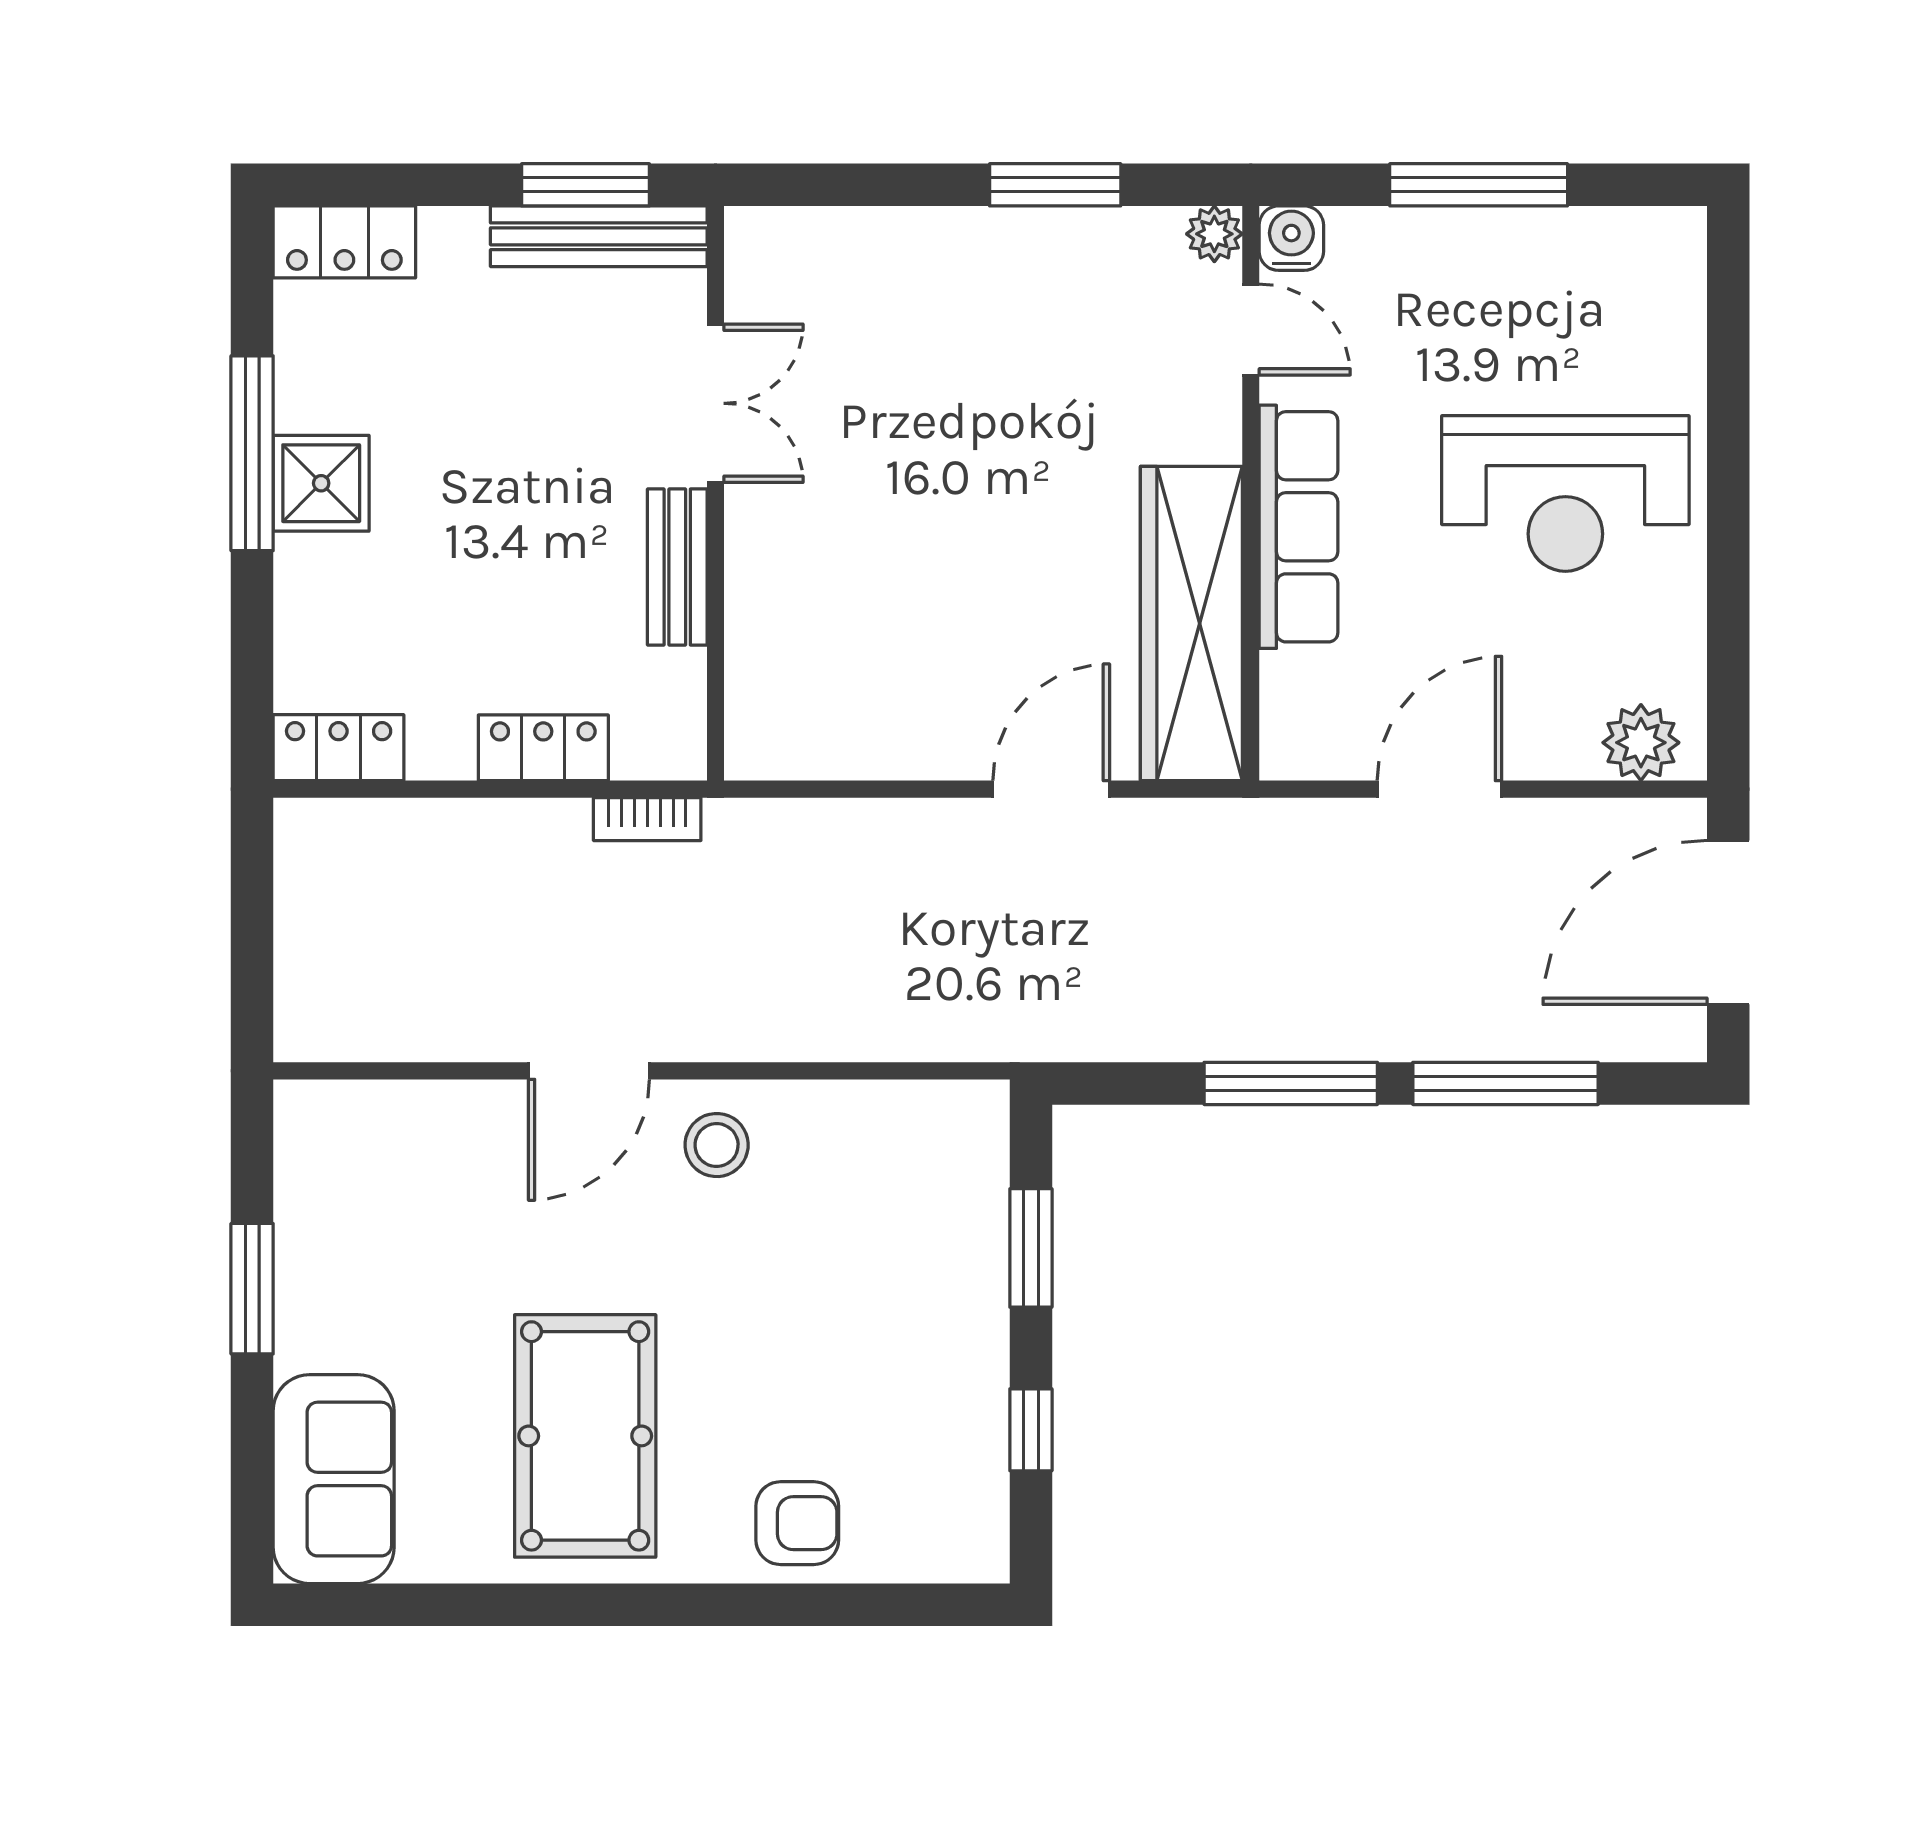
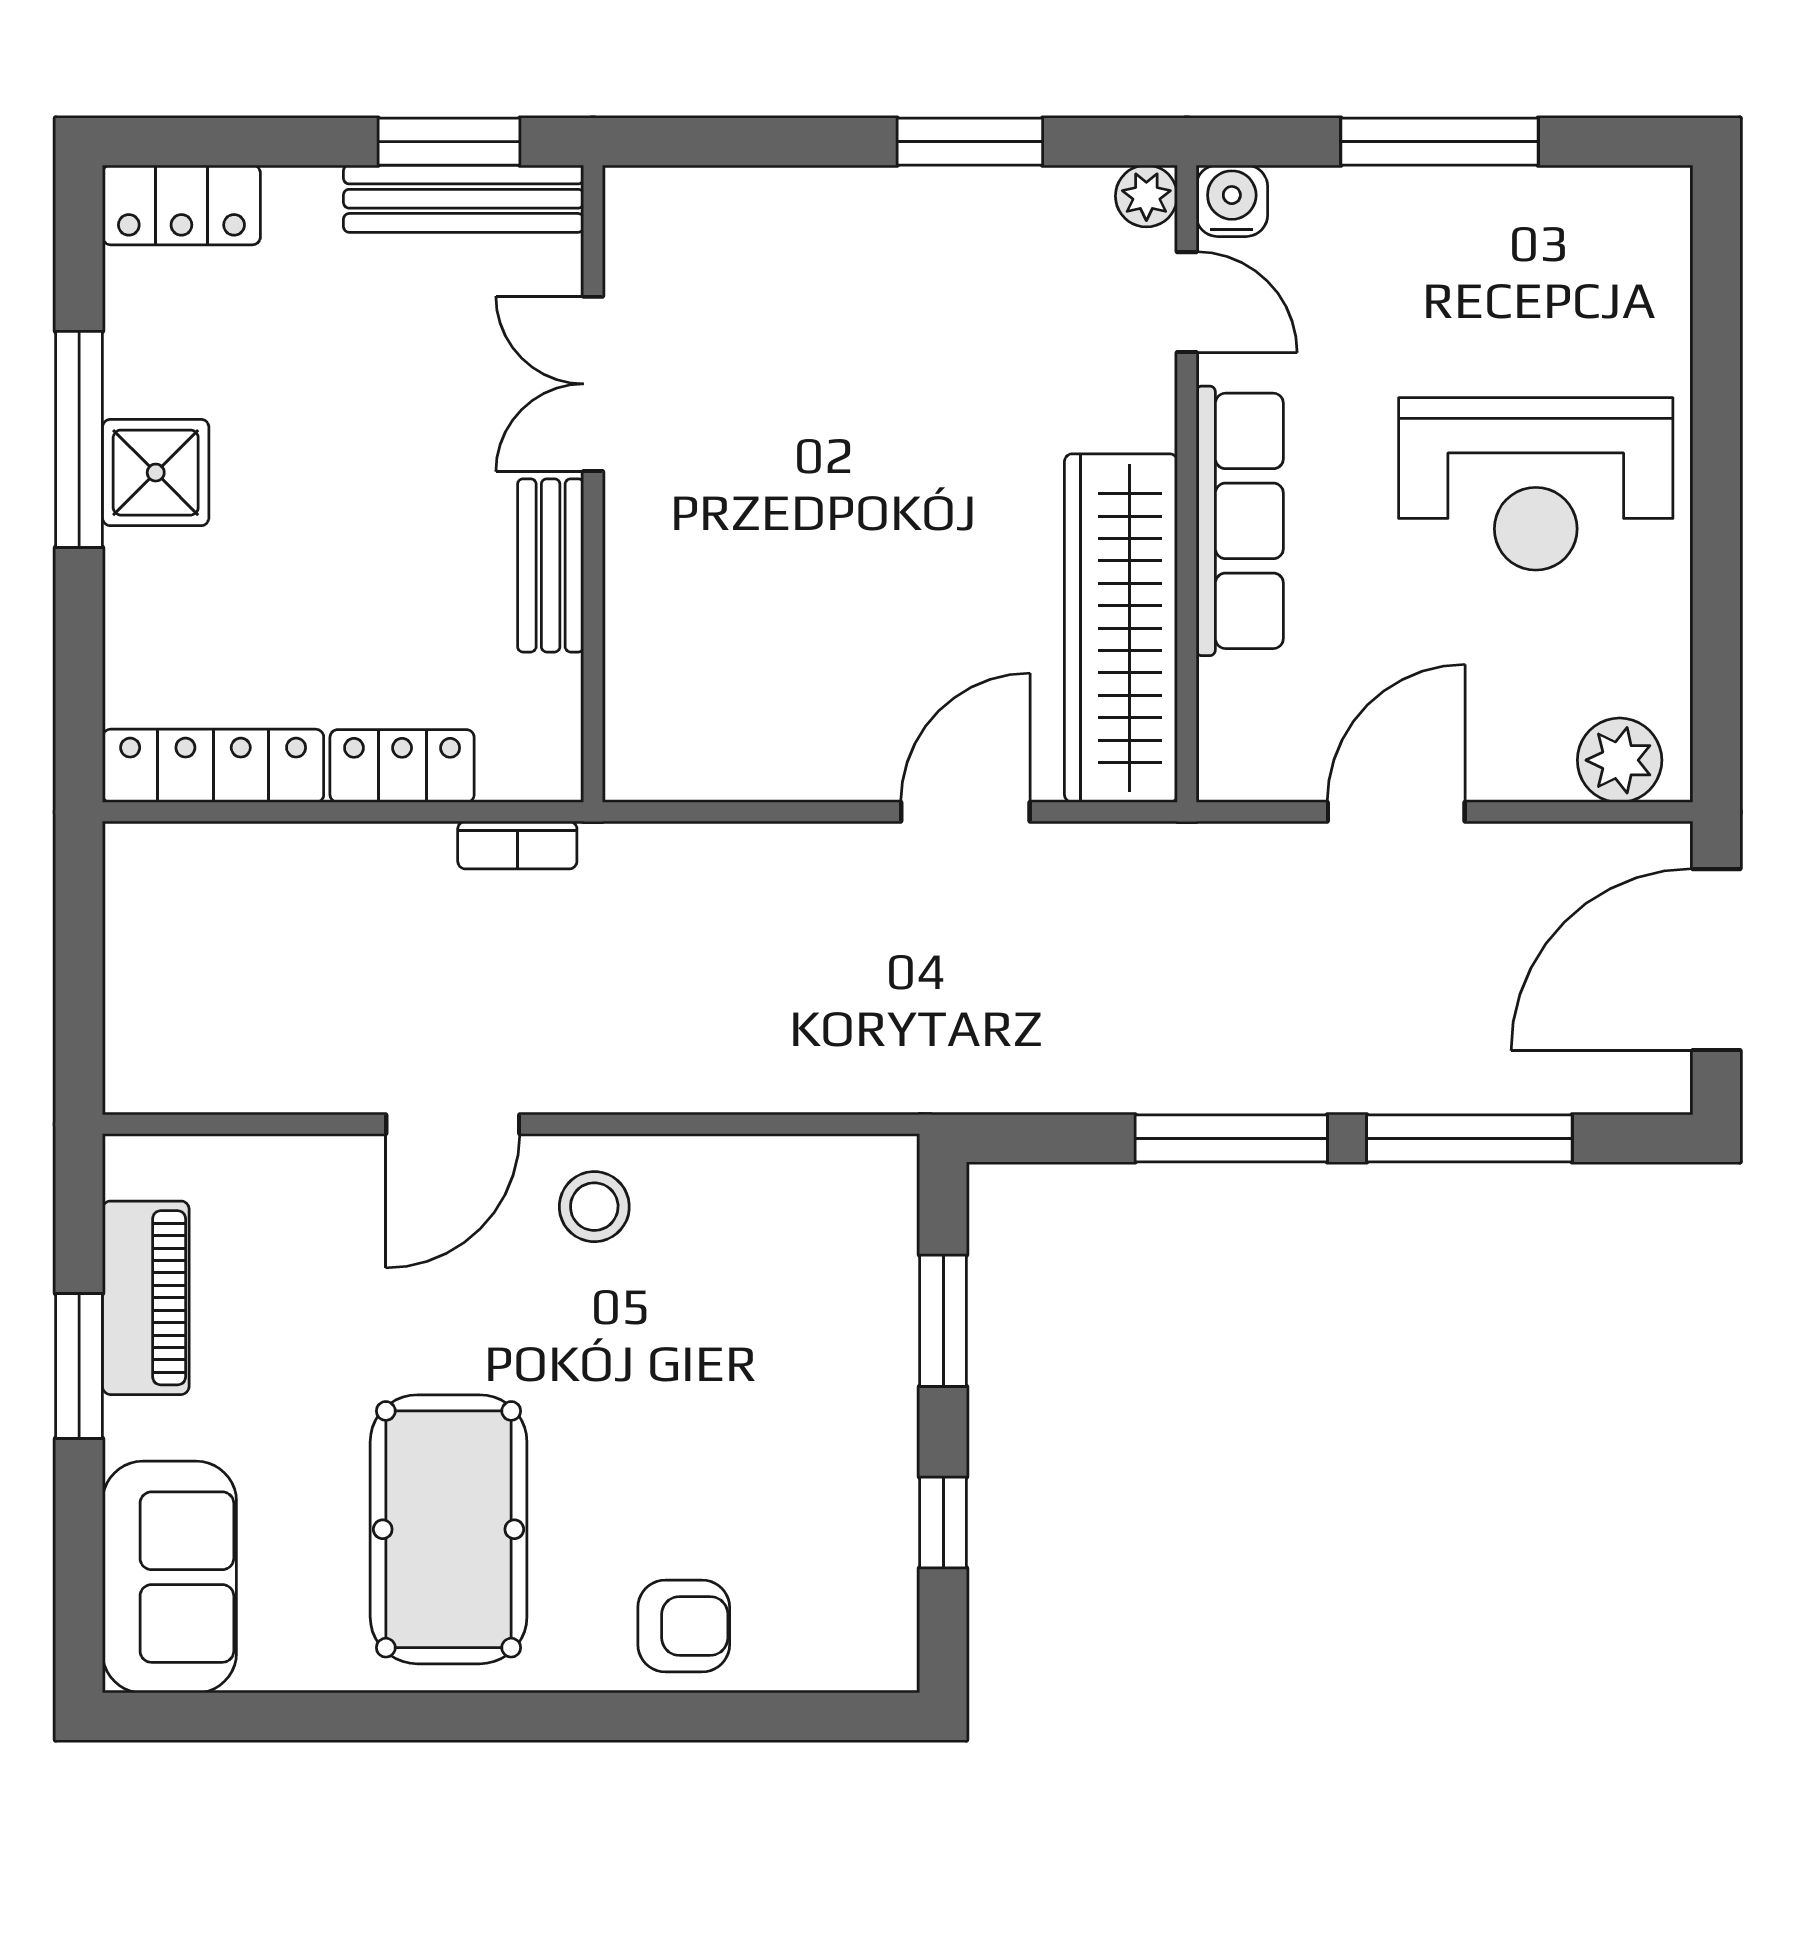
double door: (715, 403) -> (593, 384), swing flipped
locker: (339, 748) -> (213, 766), width x1.53
piano: (312, 1227) -> (146, 1298), added

